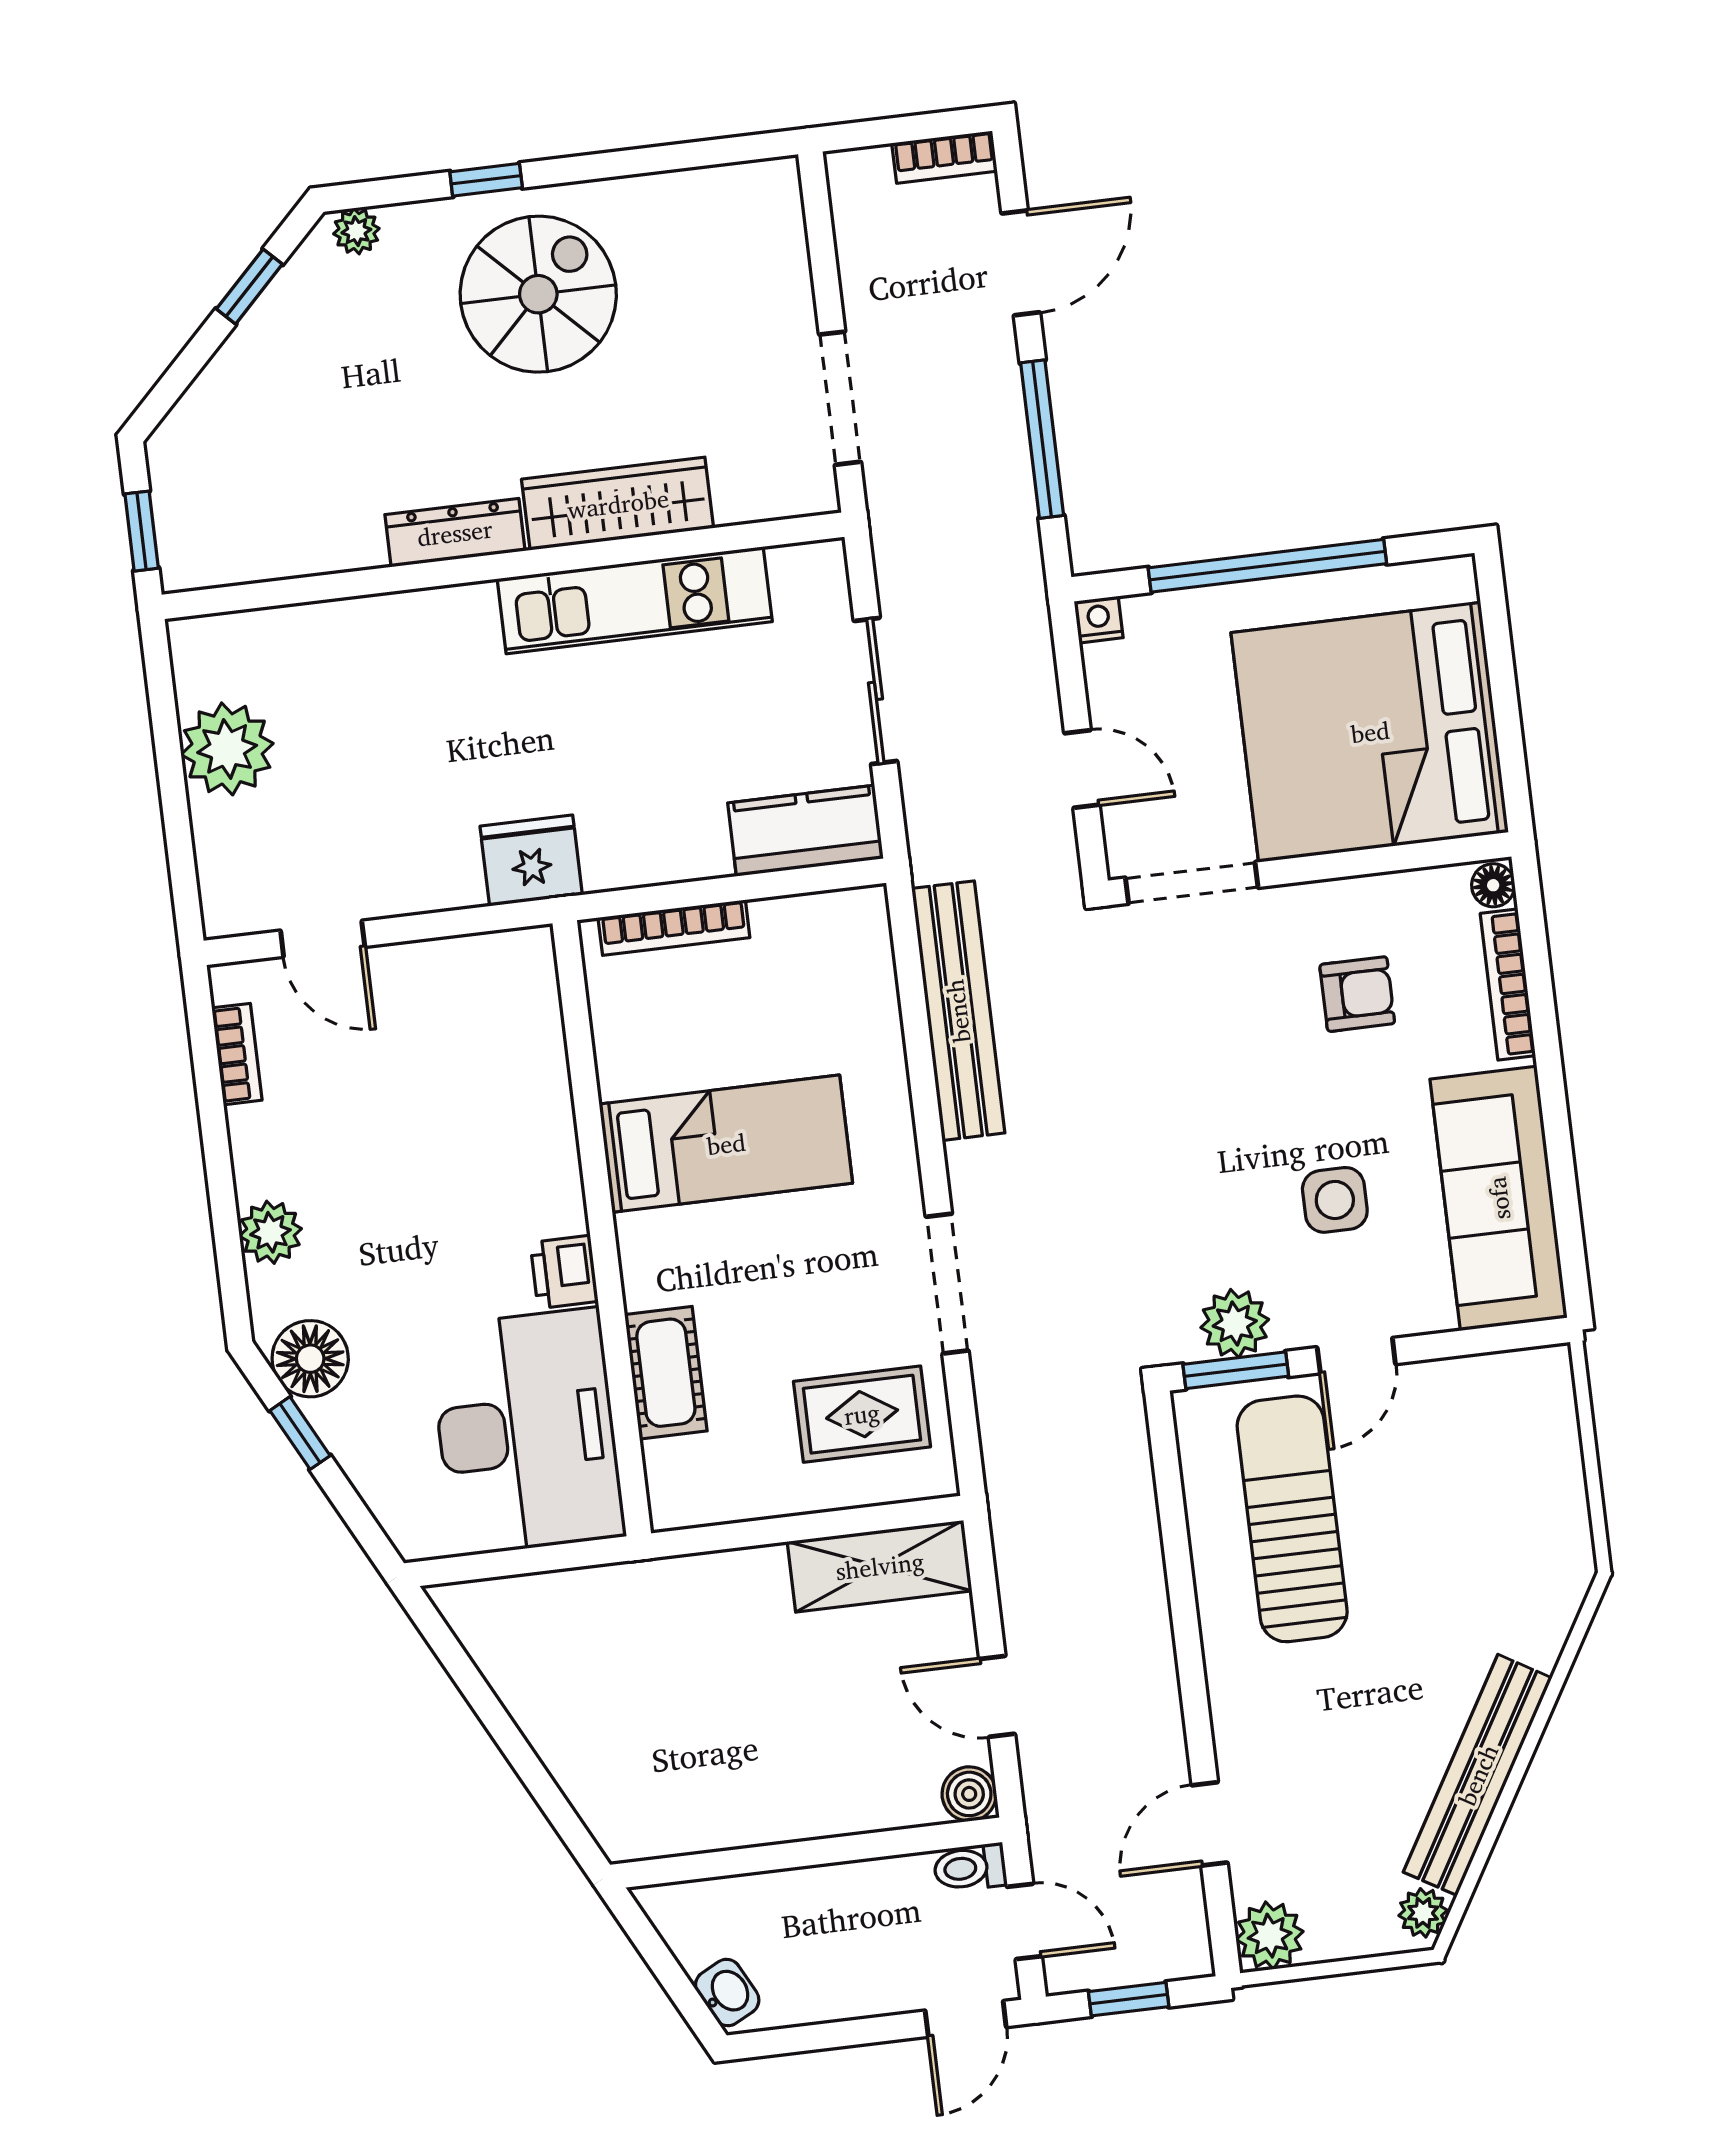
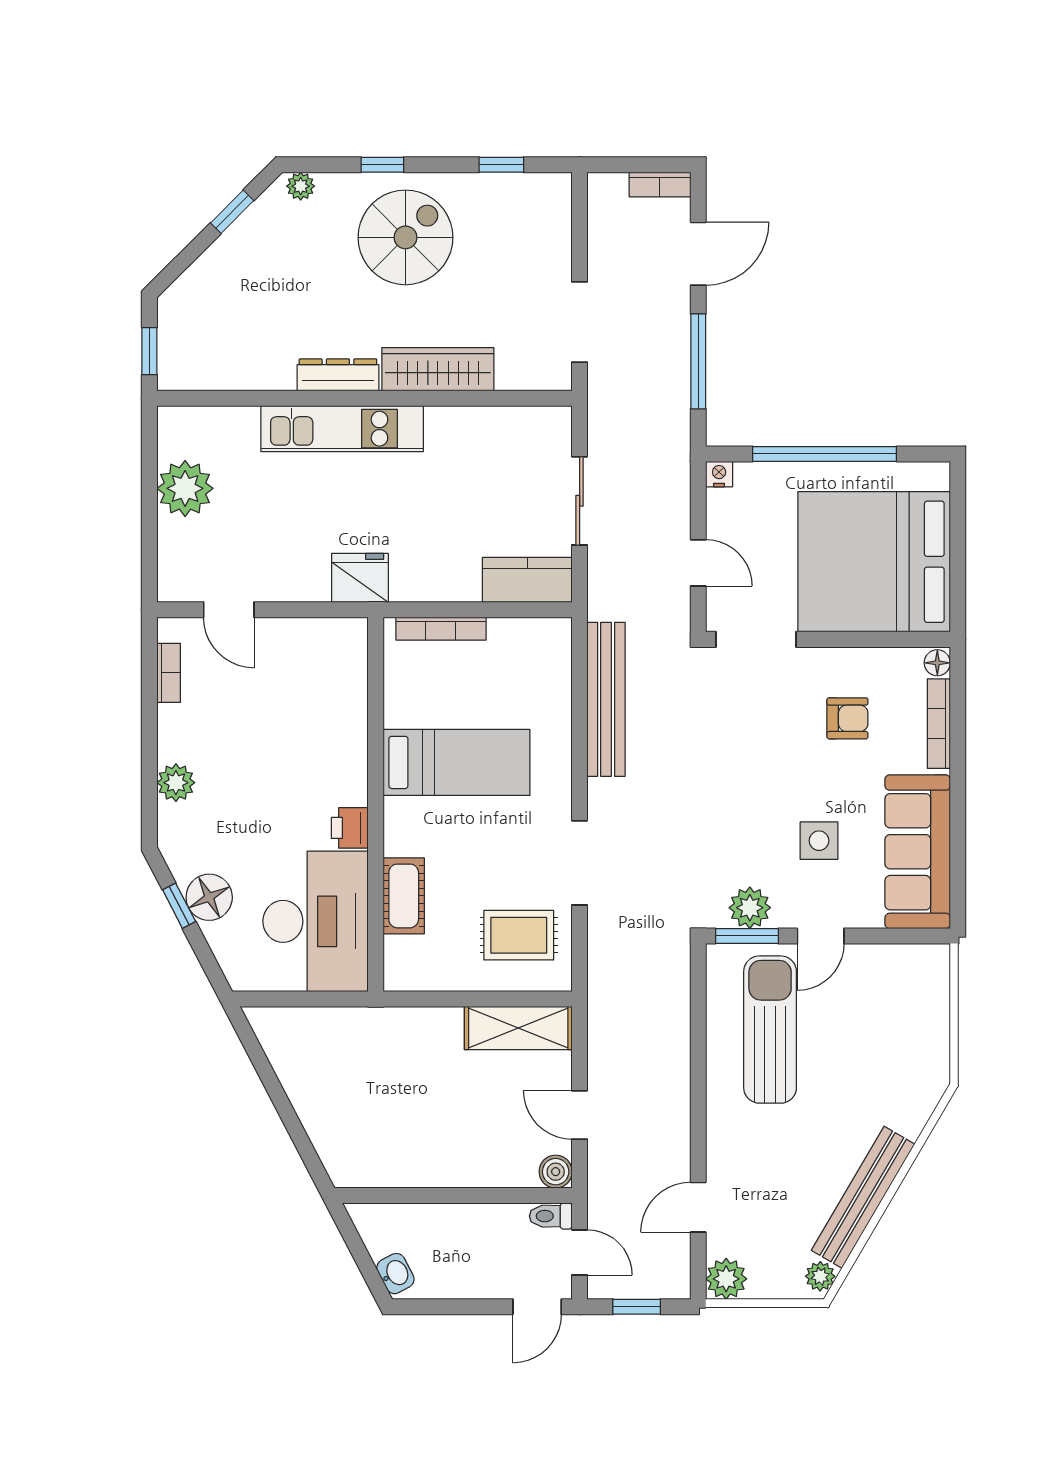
window: (681, 156) -> (501, 165), added
kitchen unit: (635, 600) -> (342, 429), moved
floor lamp: (310, 1359) -> (209, 897), moved

